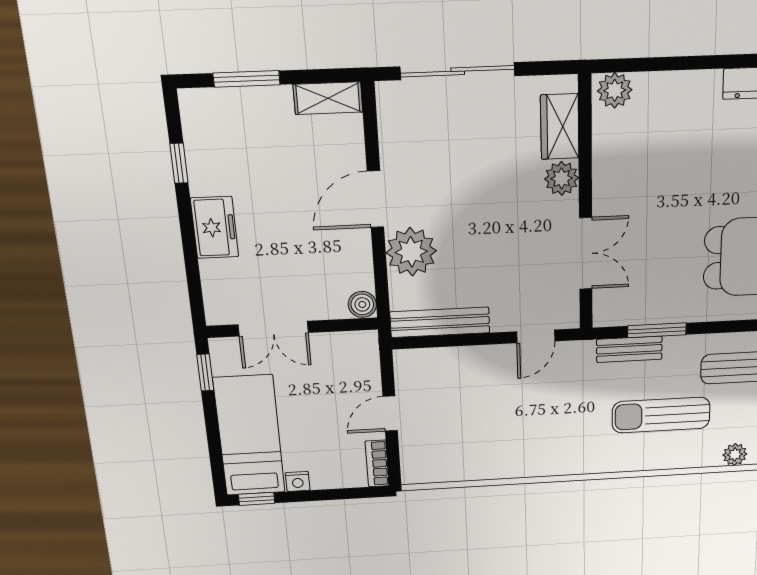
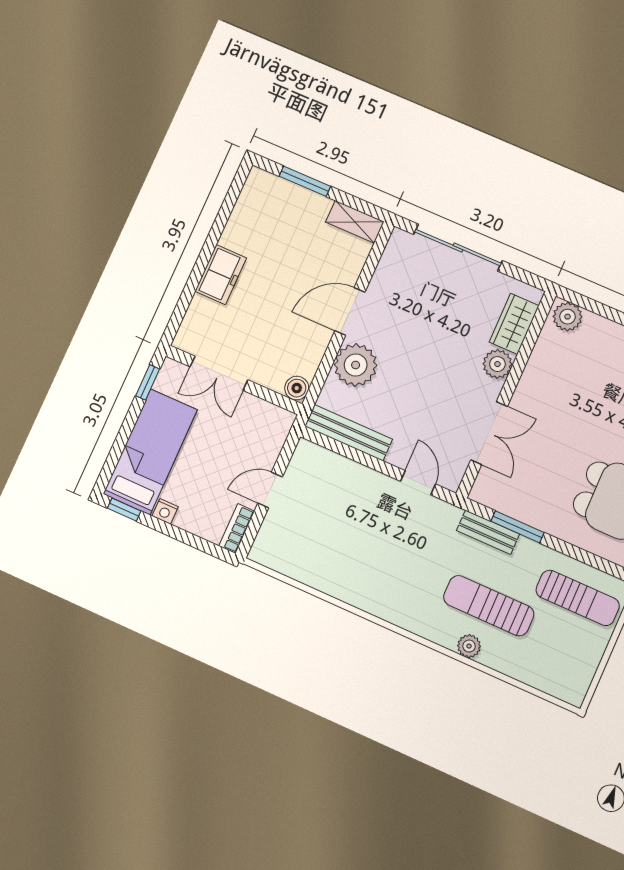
window: (179, 163) -> (223, 216), removed
door: (536, 336) -> (418, 483), swing flipped
plant: (735, 455) -> (469, 646), moved

